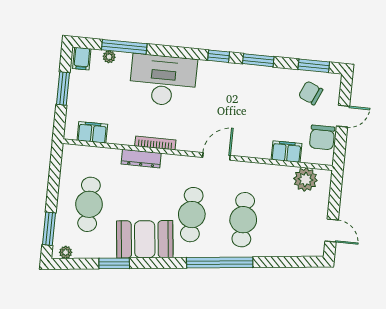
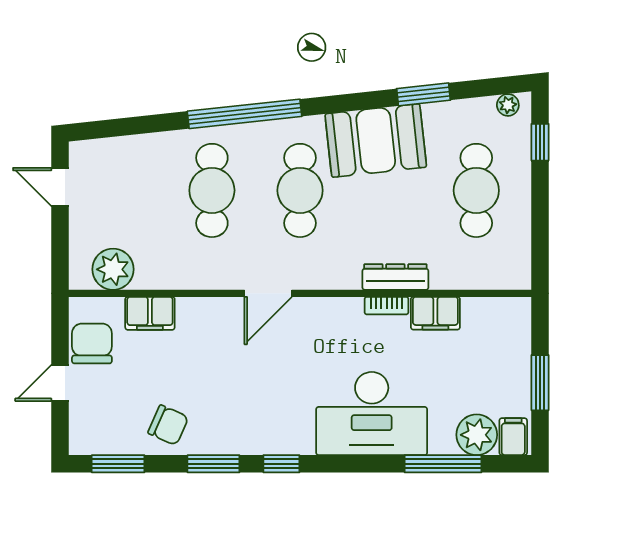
plant: (109, 57) -> (477, 435), width x1.87, depth x1.87
chair: (311, 93) -> (168, 425), moved
filing cabinet: (92, 132) -> (435, 313), moved
bookcase: (155, 143) -> (387, 306), width x0.64
window: (49, 229) -> (540, 142), width x0.67

